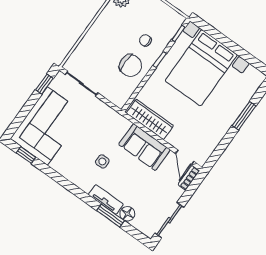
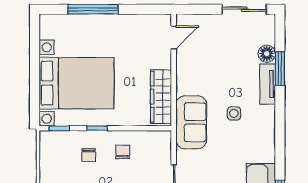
chair: (131, 66) -> (123, 152), width x0.54, depth x0.54
window: (244, 116) -> (93, 9), width x1.44
sofa: (144, 147) -> (191, 122), moved
bookcase: (189, 178) -> (190, 19), removed

